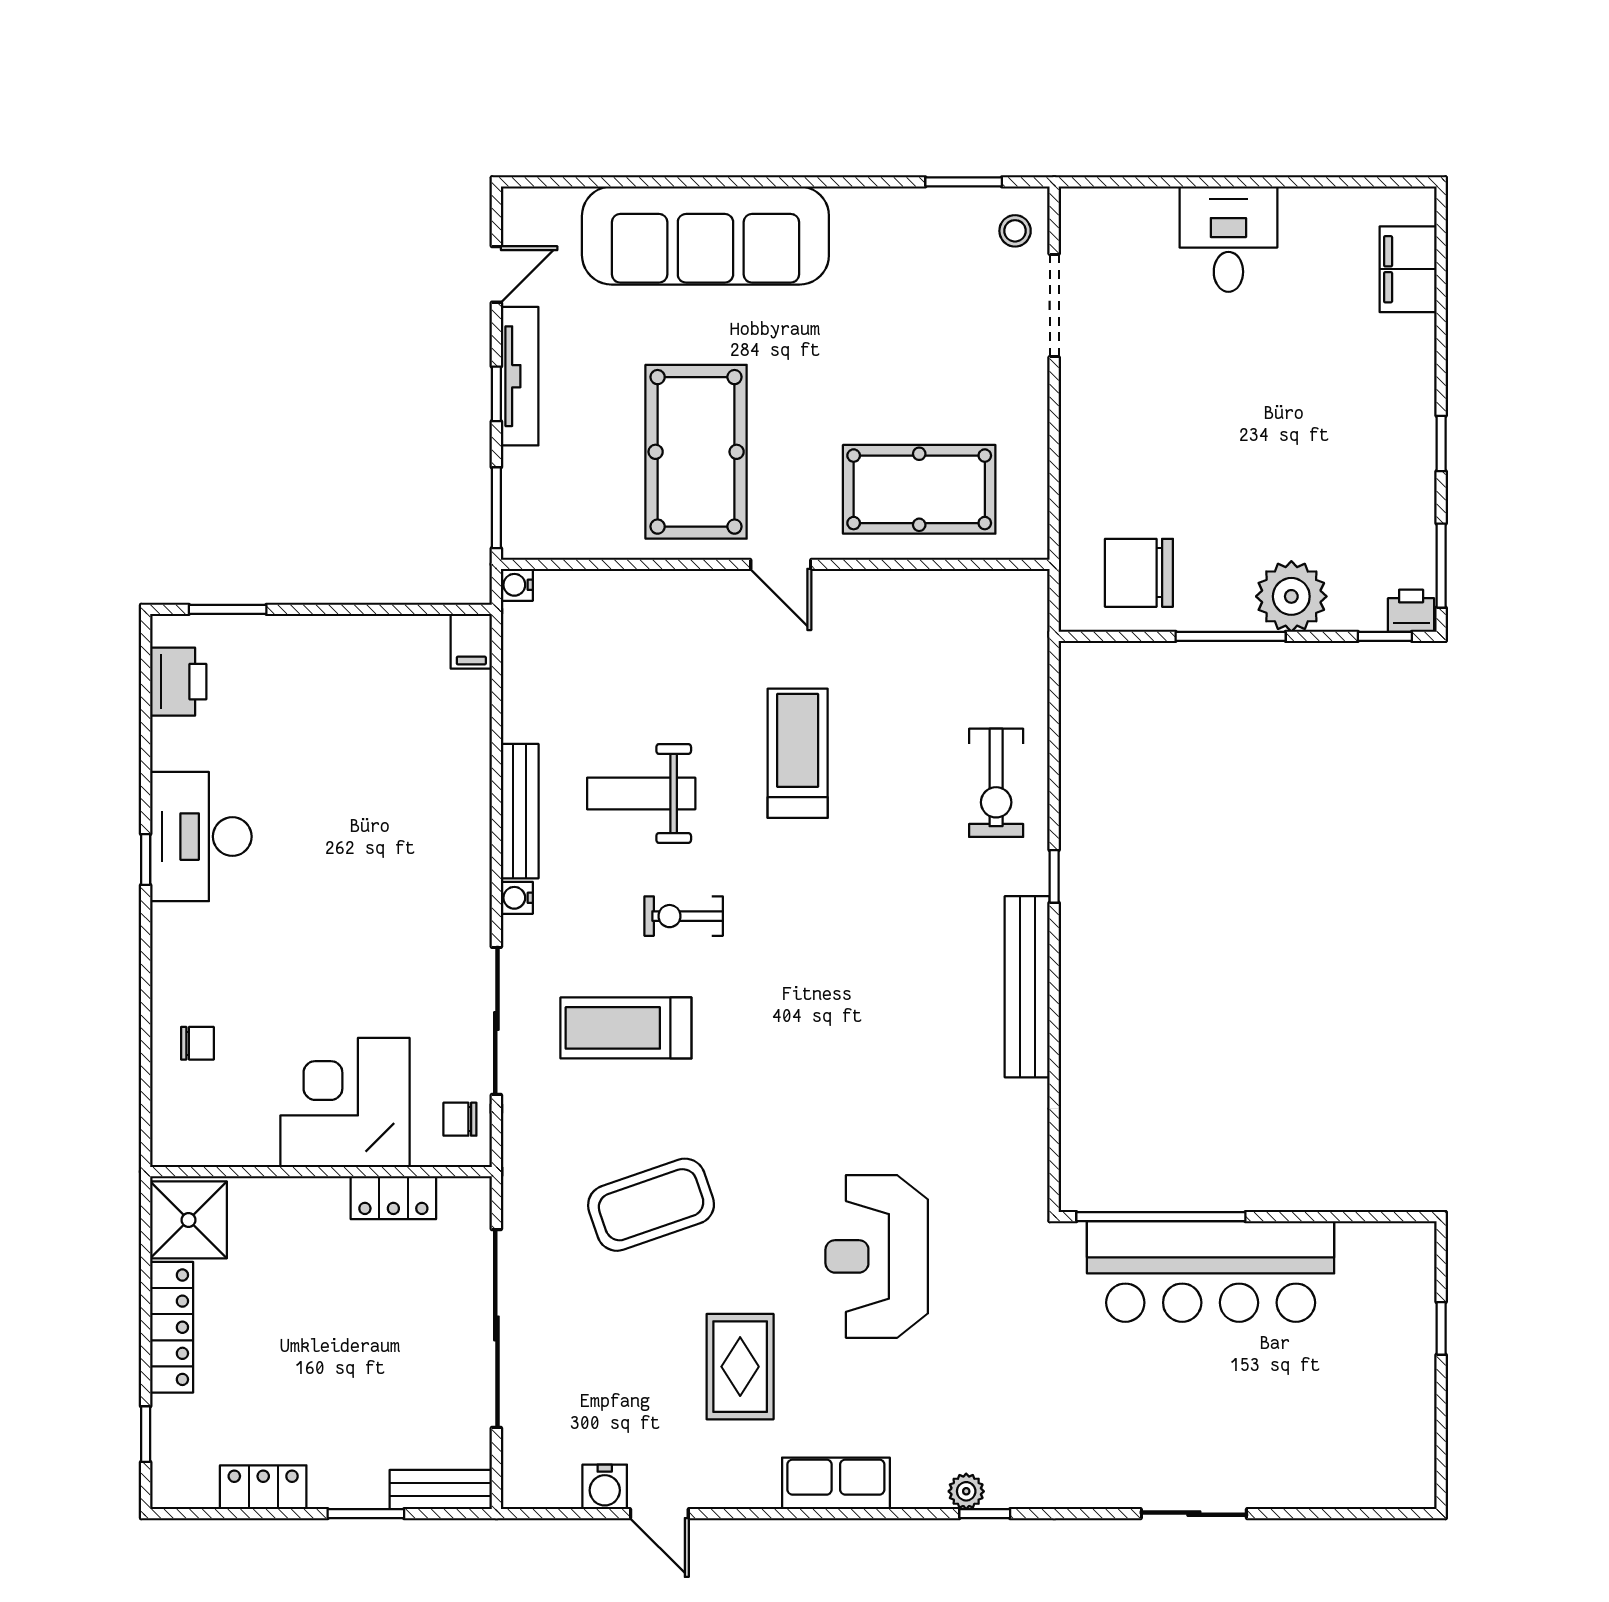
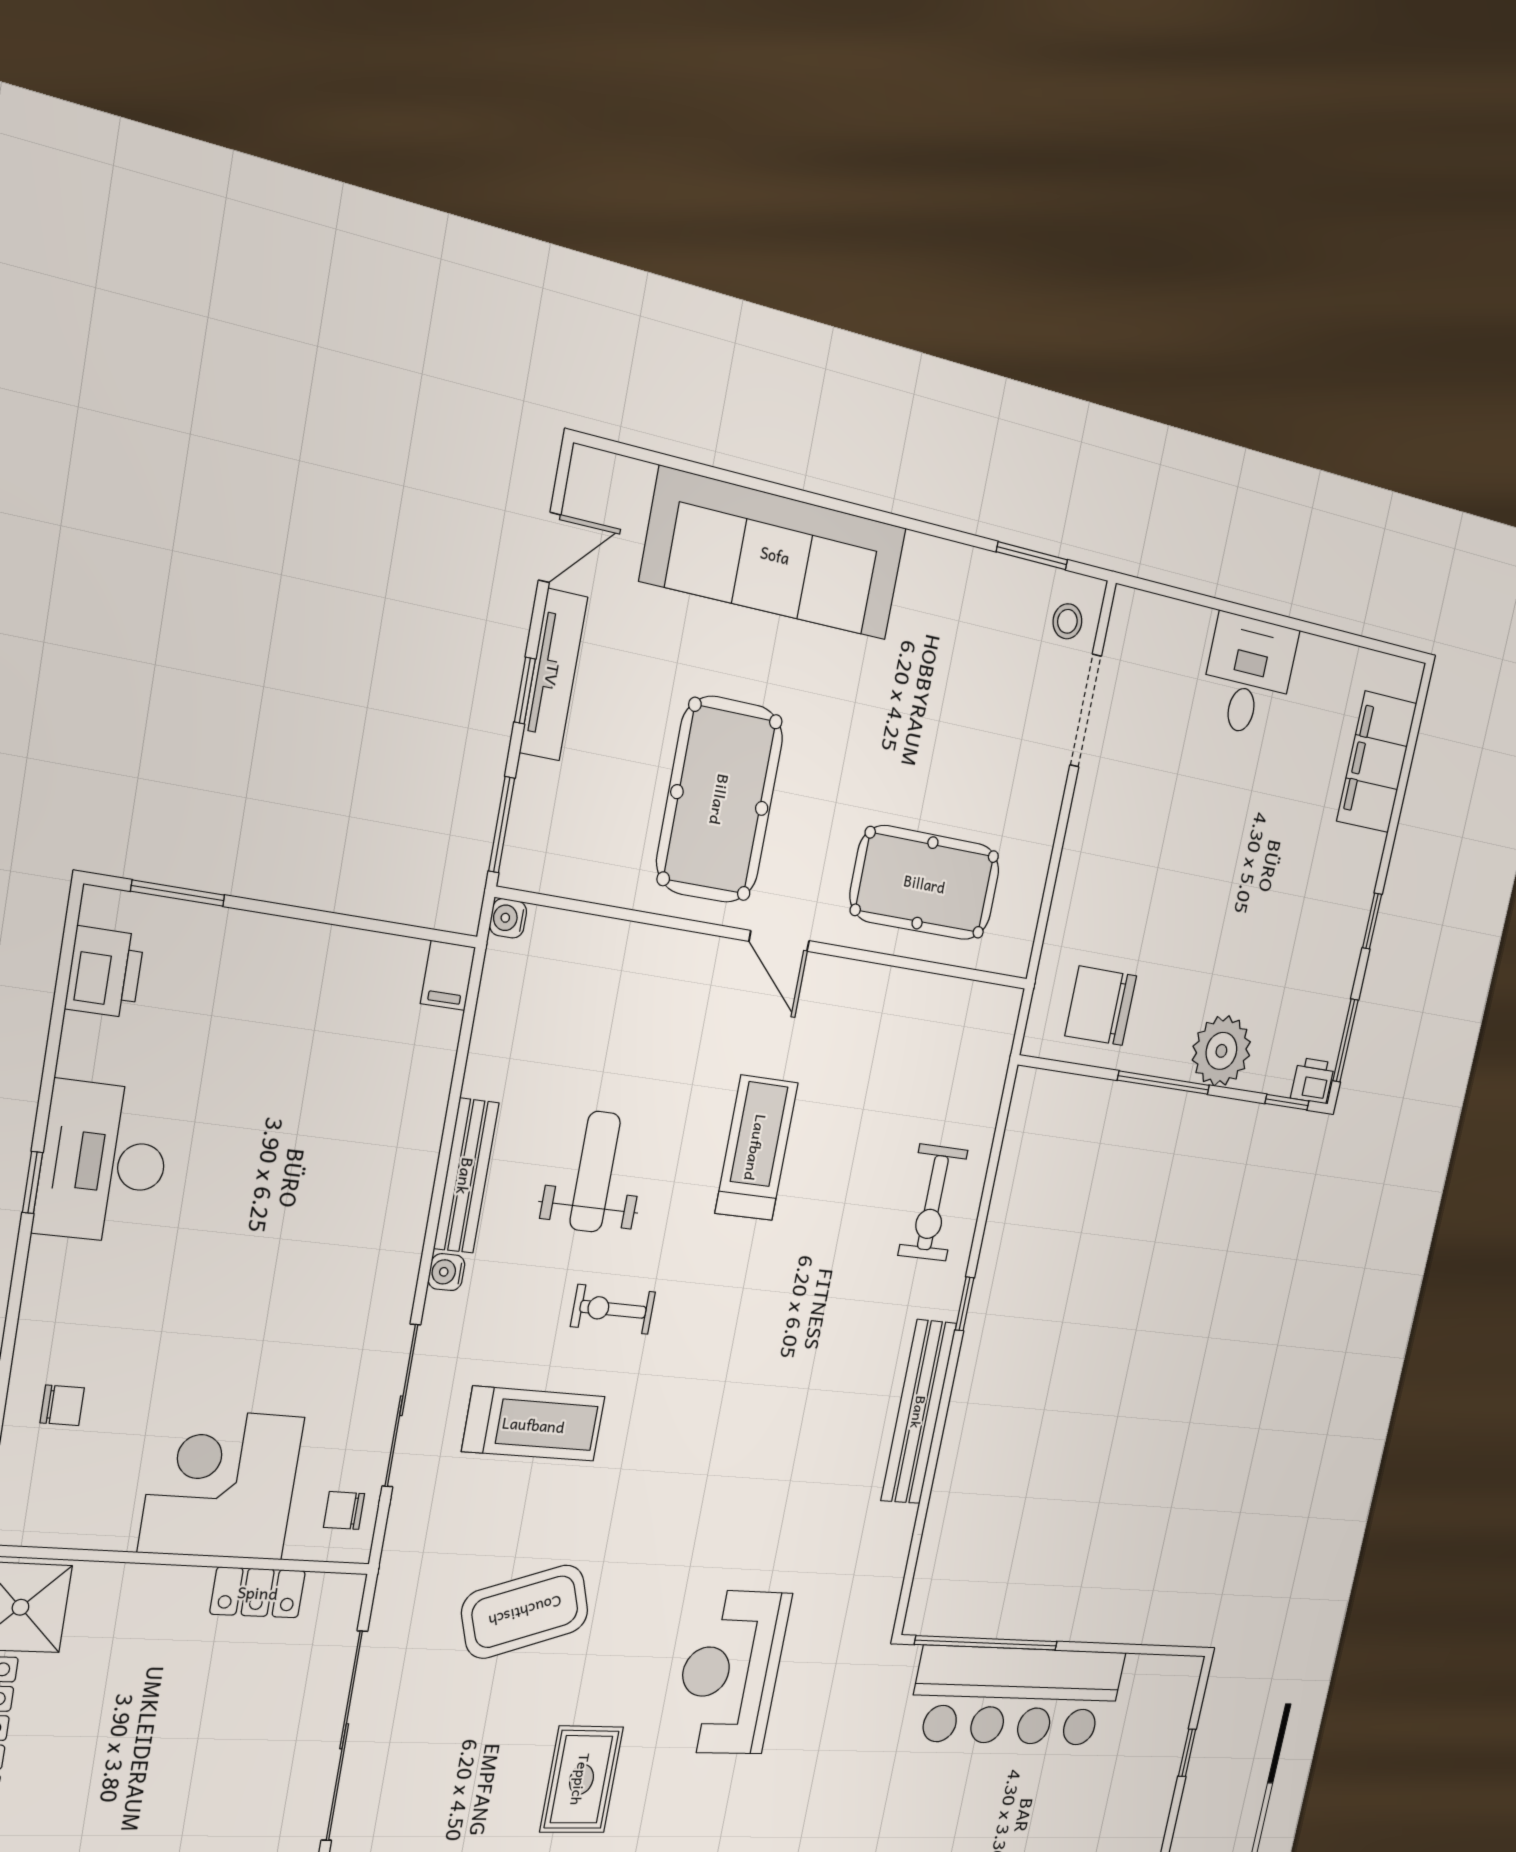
filing cabinet: (1408, 269) -> (1377, 762), width x1.50, depth x1.17
weight bench: (641, 793) -> (595, 1172), turned 90
treadmill: (626, 1028) -> (534, 1424), turned 180

